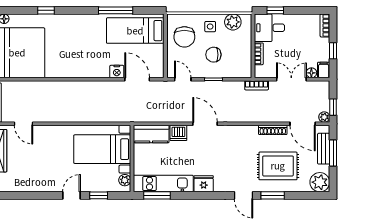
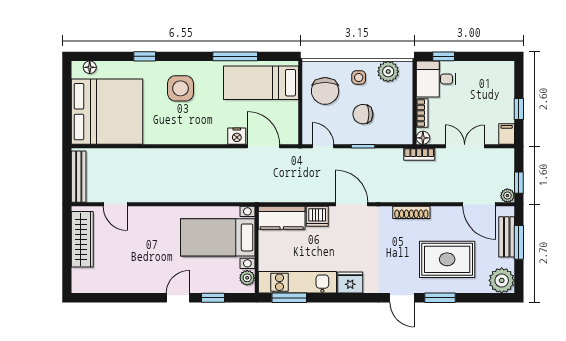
bookcase: (325, 25) -> (508, 76), removed
side table: (74, 35) -> (180, 88), added
floor lamp: (311, 73) -> (423, 138), moved
shoe rack: (273, 130) -> (411, 212), moved

